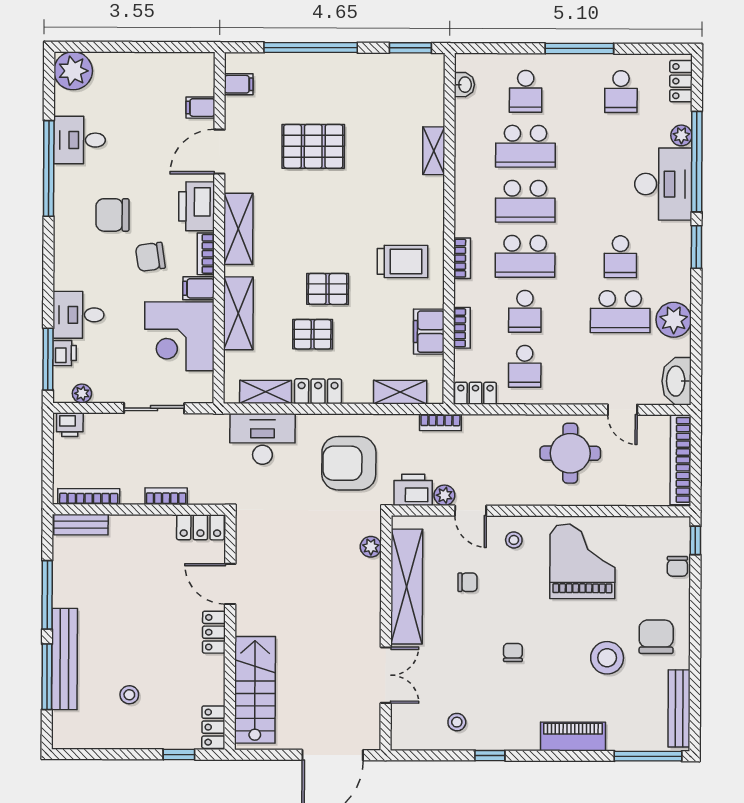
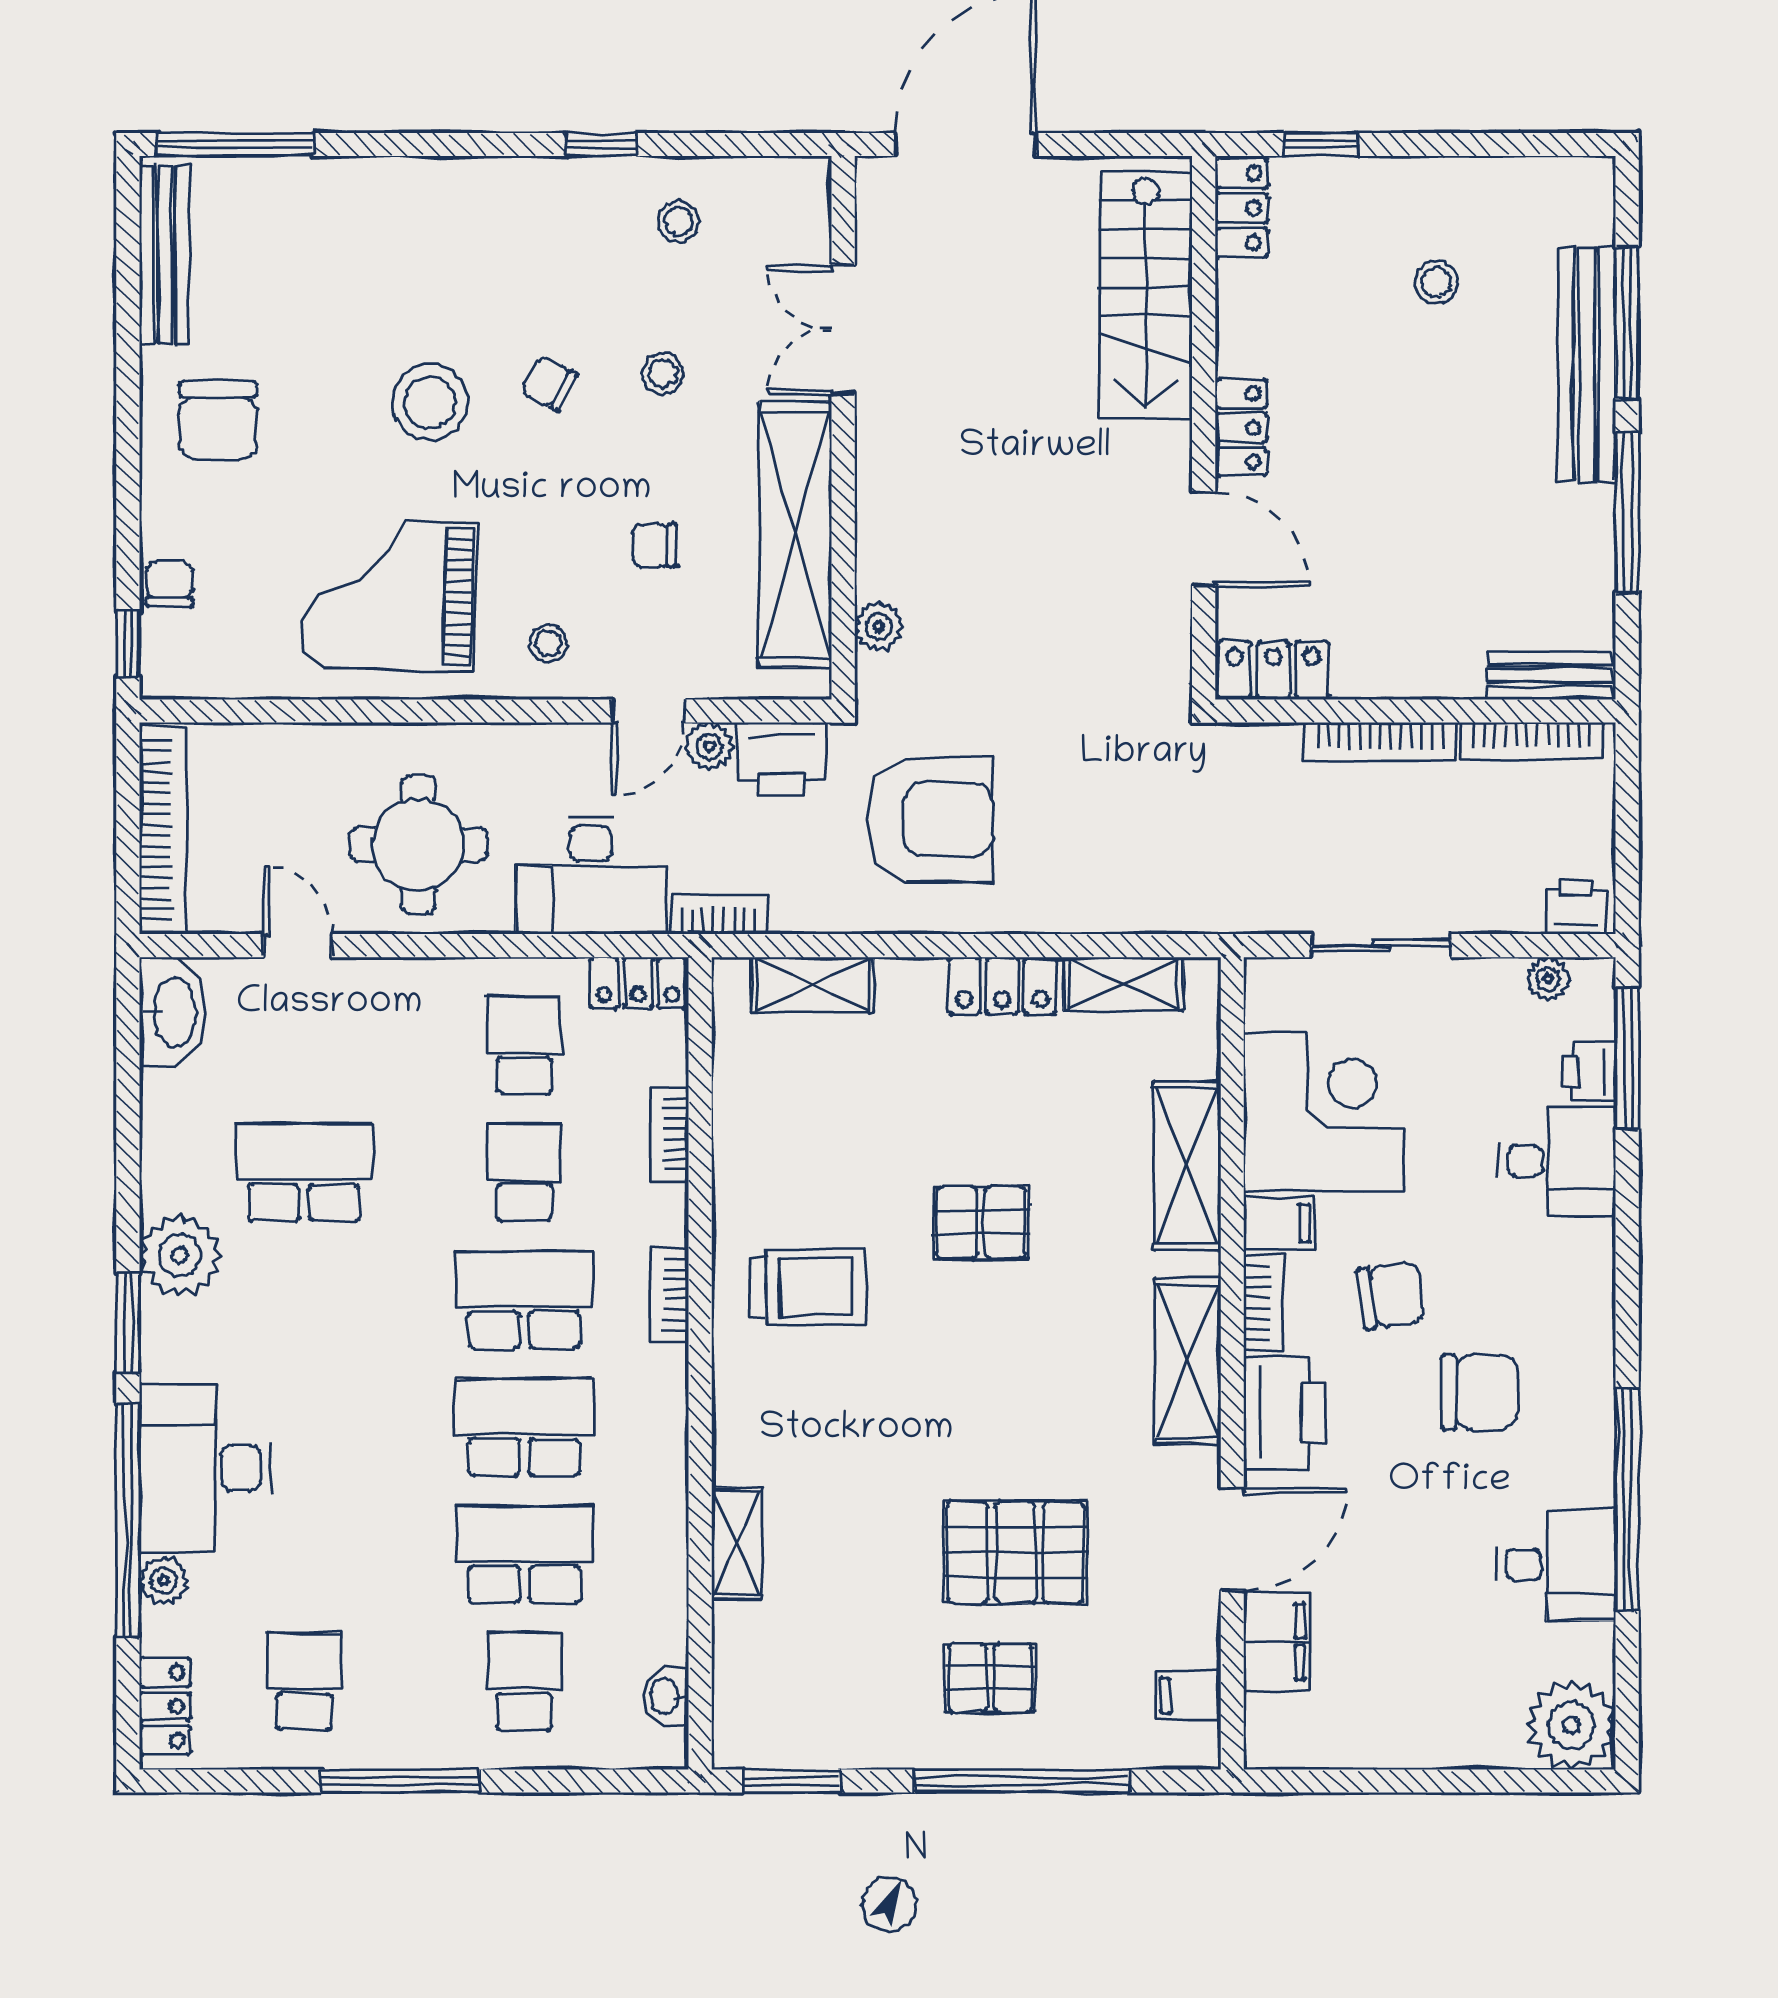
filing cabinet: (200, 108) -> (1277, 1641), width x2.00
school desk: (620, 257) -> (304, 1300), removed
trolley: (403, 261) -> (808, 1287), turned 180
plant: (674, 320) -> (180, 1255), moved
filing cabinet: (429, 332) -> (746, 1125), removed
pallet: (313, 334) -> (990, 1678), moved
desk: (262, 439) -> (591, 875), moved
bookcase: (166, 496) -> (1380, 742), width x1.56
door: (471, 511) -> (648, 711), swing flipped
grand piano: (582, 561) -> (389, 595), turned 92
chair: (513, 652) -> (549, 383), turned 117
stool: (464, 657) -> (663, 373), added
stool: (607, 658) -> (430, 402), moved
piano: (573, 736) -> (410, 189), removed

